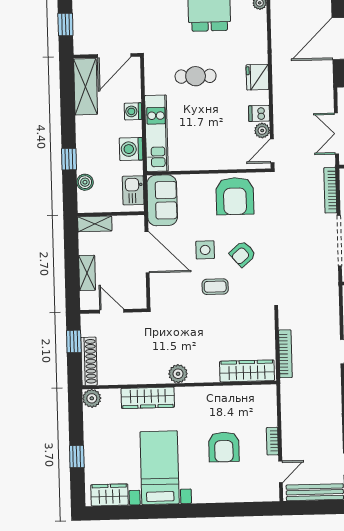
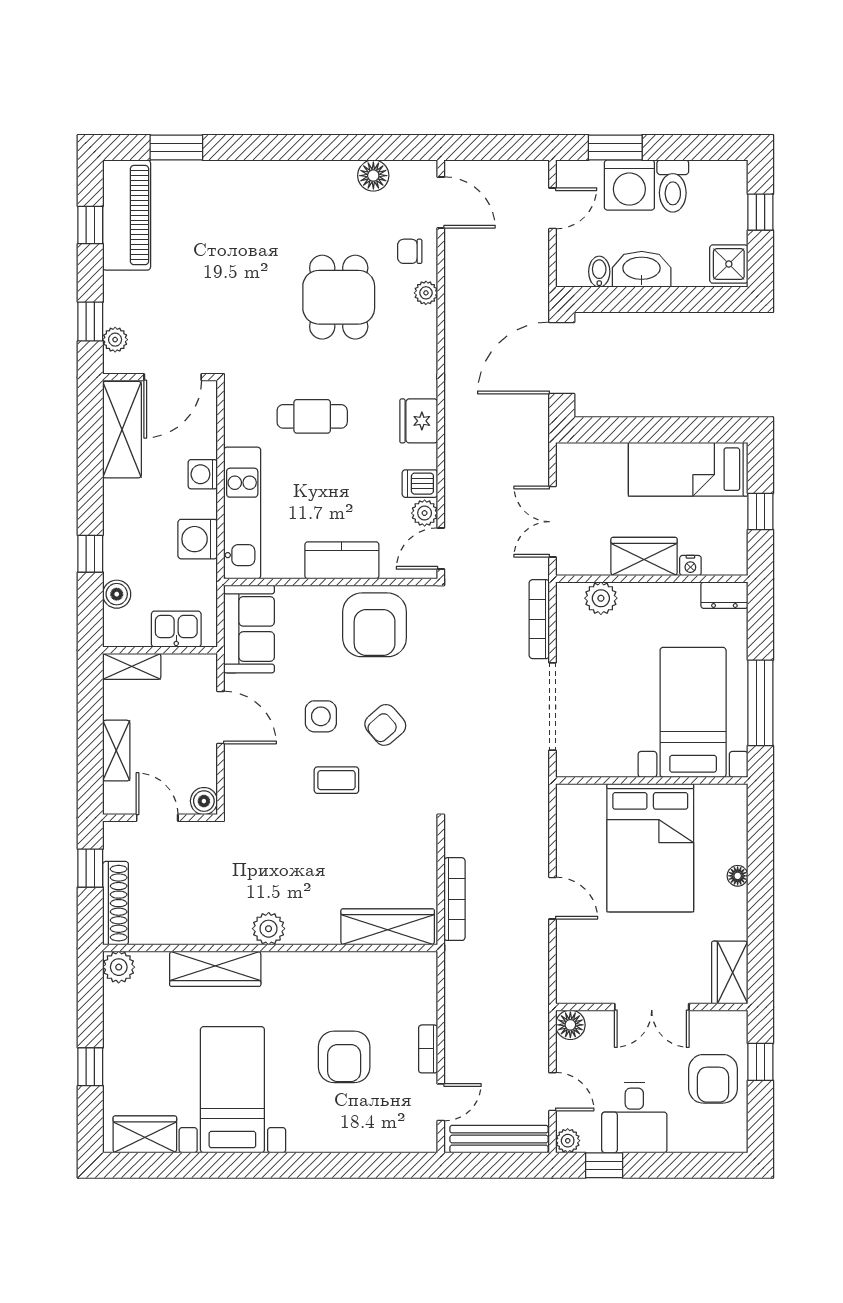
plant: (80, 35) -> (115, 340), added
kitchen counter: (215, 159) -> (342, 560), added
kitchen sink: (133, 190) -> (176, 629), moved, turned 90
door: (147, 252) -> (221, 718), width x0.73
boiler: (139, 301) -> (204, 801), added

